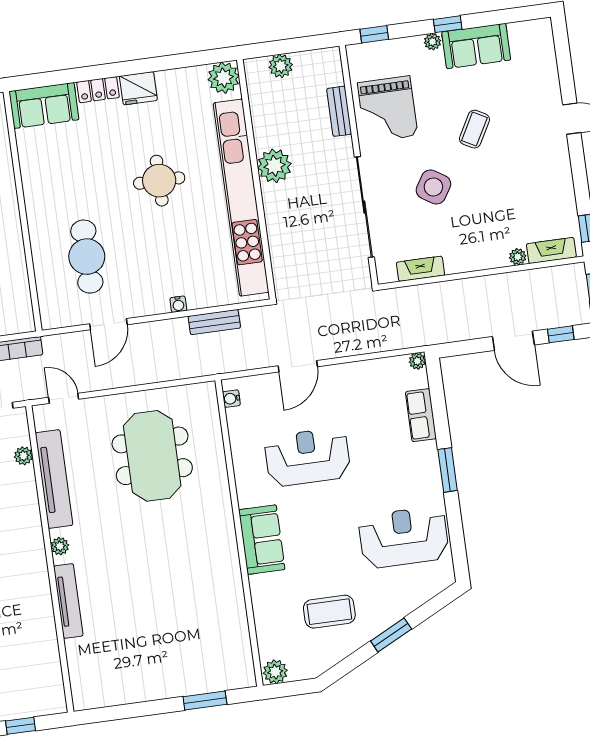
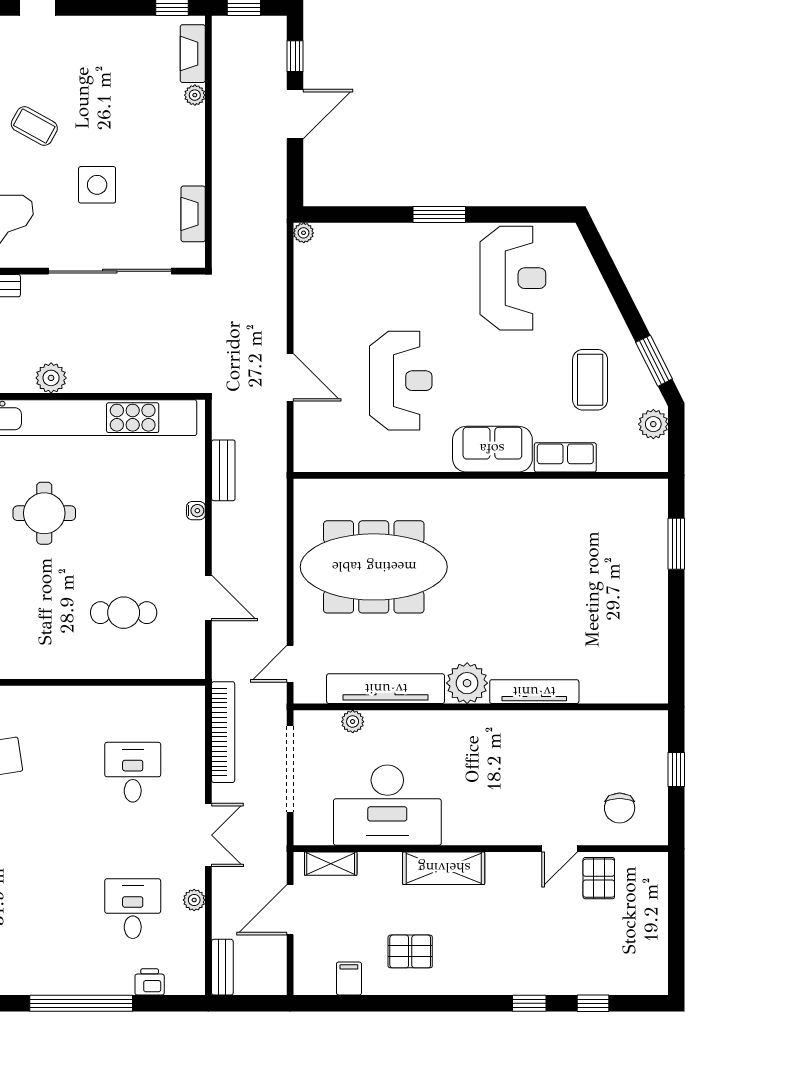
plant: (274, 166) -> (51, 378), width x0.73, depth x0.73
side table: (433, 187) -> (97, 185), turned -32
cafe table: (87, 257) -> (124, 613), width x0.73, depth x0.74
water cooler: (231, 399) -> (318, 462), removed
row of seats: (421, 415) -> (565, 457), moved, turned 180
meeting table: (152, 456) -> (374, 567), width x1.36
reception desk: (307, 457) -> (401, 381), turned 180
reception desk: (404, 537) -> (513, 278), turned 180
plant: (60, 546) -> (467, 683), width x1.88, depth x1.88
window: (391, 635) -> (654, 361), moved
plant: (275, 672) -> (653, 424), moved

